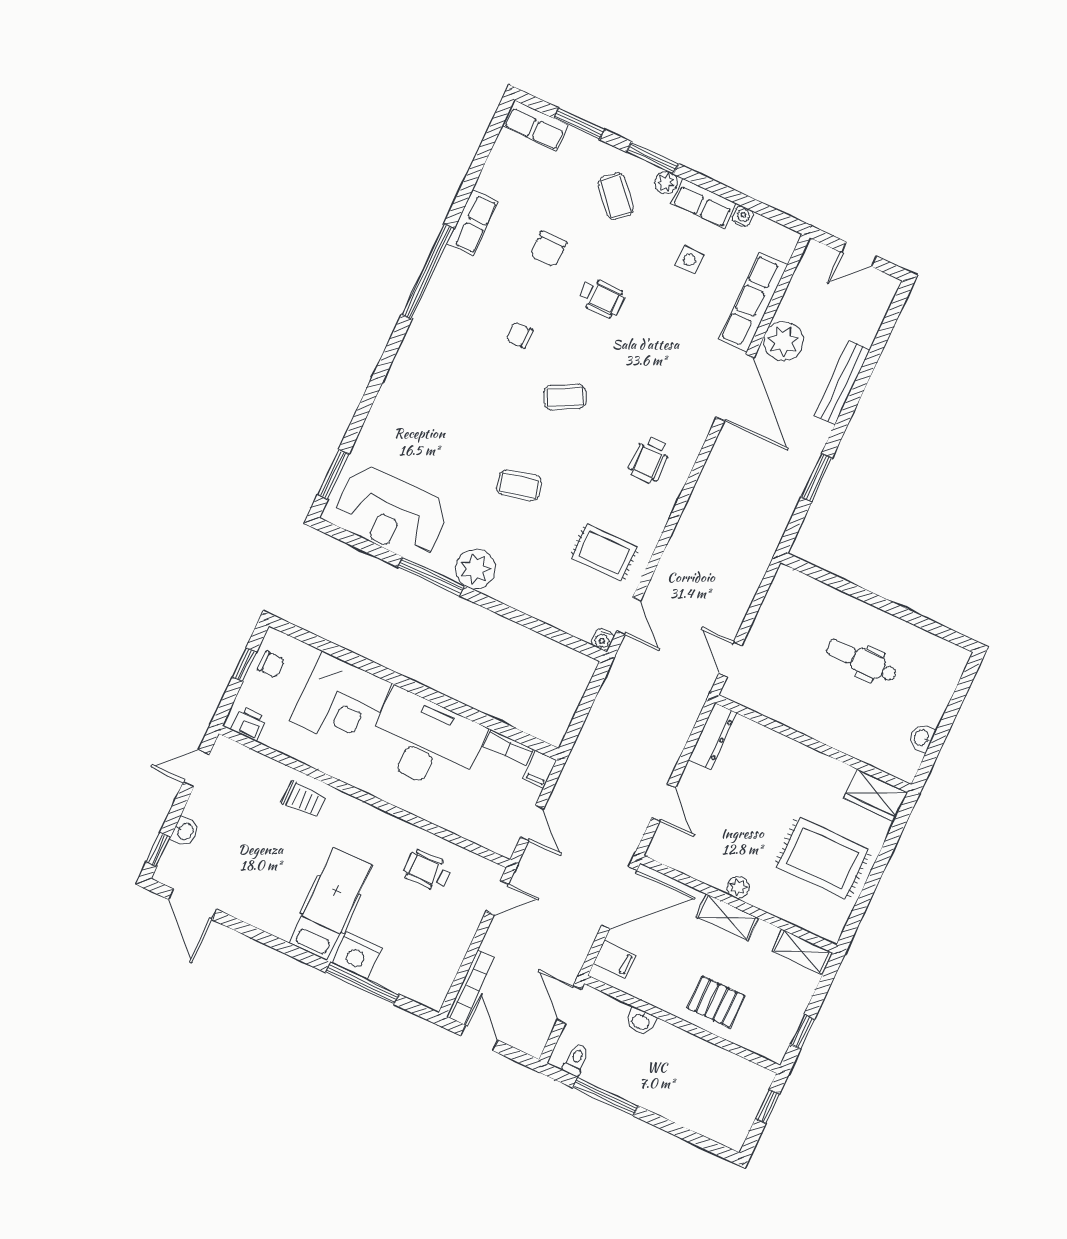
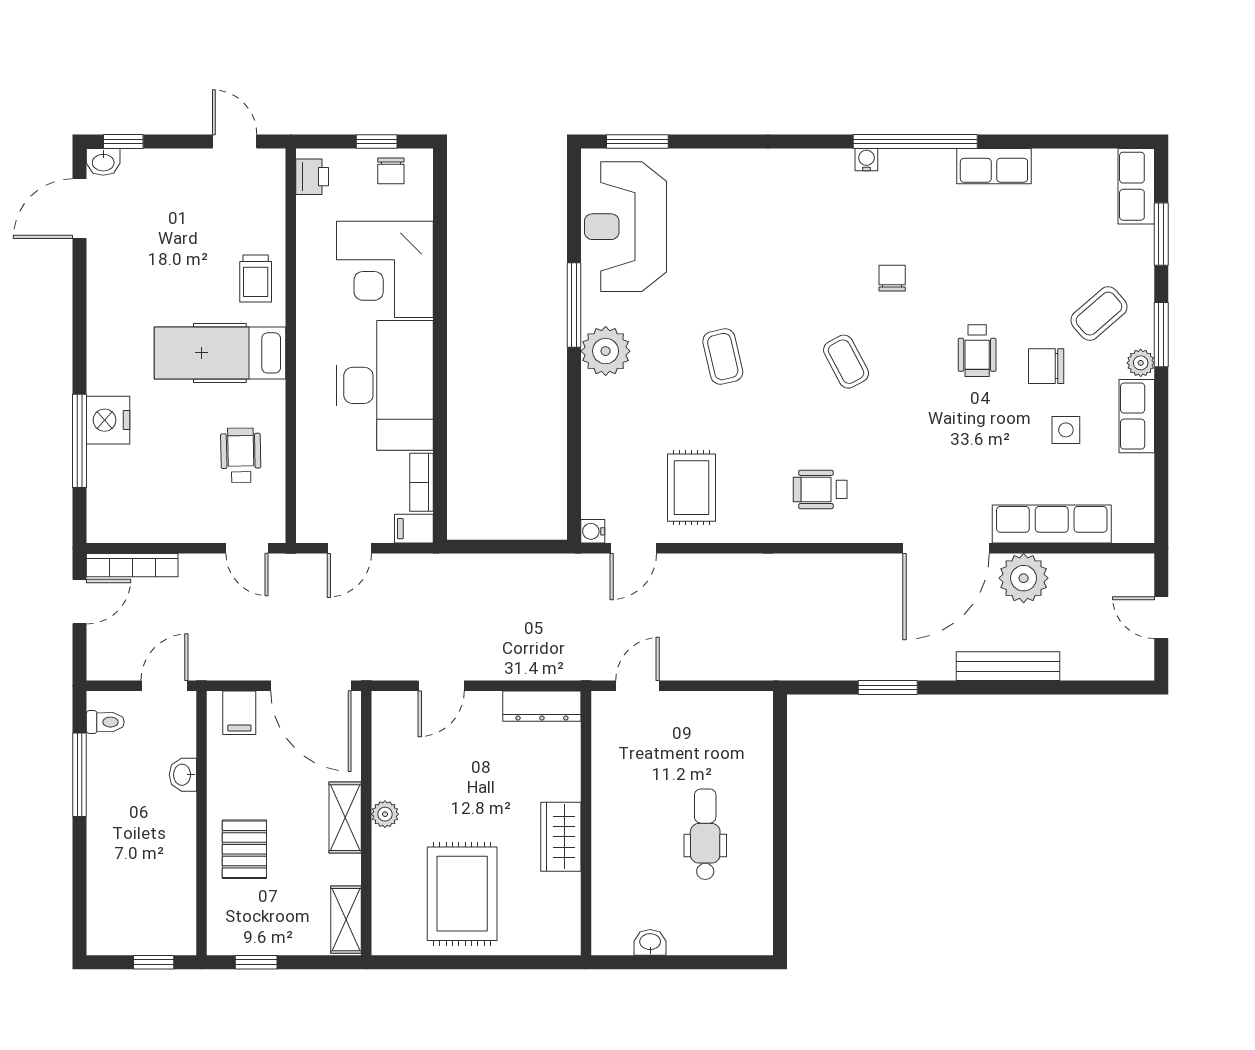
water cooler: (743, 216) -> (866, 160), moved, turned -90
chair: (548, 249) -> (1046, 366), moved
wardrobe: (876, 795) -> (561, 837), moved
washbasin: (185, 831) -> (103, 162), moved
hospital bed: (330, 904) -> (220, 353), moved, turned 180

